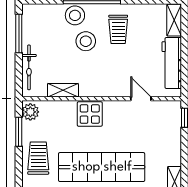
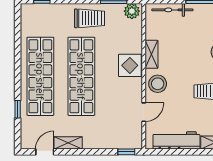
stool: (86, 41) -> (158, 84), moved
shelving: (63, 90) -> (151, 54), moved

